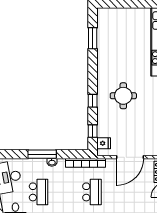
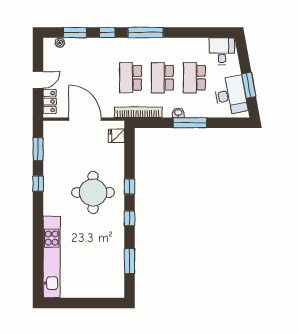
round table: (123, 96) -> (93, 193), width x1.36, depth x1.36
window: (93, 131) -> (130, 218), moved
door: (130, 157) -> (85, 119), hinge flipped
school desk: (65, 192) -> (162, 78), added

